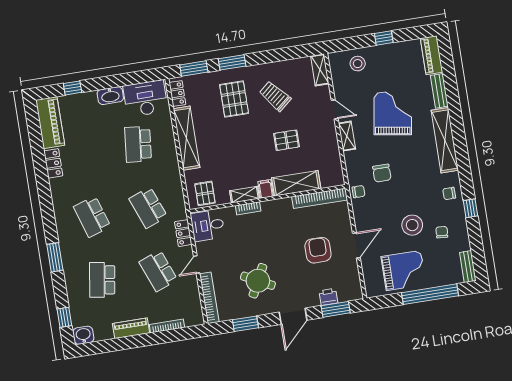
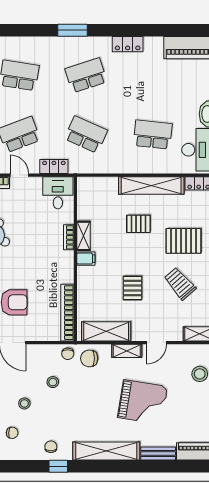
trolley: (275, 96) -> (180, 284), turned -91
locker: (53, 163) -> (128, 44), moved
chair: (382, 173) -> (89, 358), moved
shelving: (296, 183) -> (106, 331), moved, turned 90
pallet: (205, 193) -> (138, 224), moved
stool: (388, 201) -> (53, 382), added
school desk: (148, 208) -> (86, 135), turned 45
window: (470, 208) -> (58, 466), moved
stool: (412, 225) -> (24, 403), width x0.53, depth x0.53
window: (55, 257) -> (73, 30), moved

